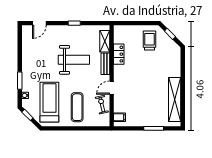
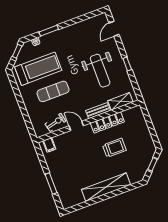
door: (39, 23) -> (114, 29), hinge flipped
trolley: (150, 41) -> (114, 148), moved
locker: (119, 54) -> (107, 122), width x1.53
weight bench: (74, 60) -> (100, 71), moved
shelving: (175, 99) -> (106, 187), moved
exercise mat: (77, 107) -> (53, 91), moved

